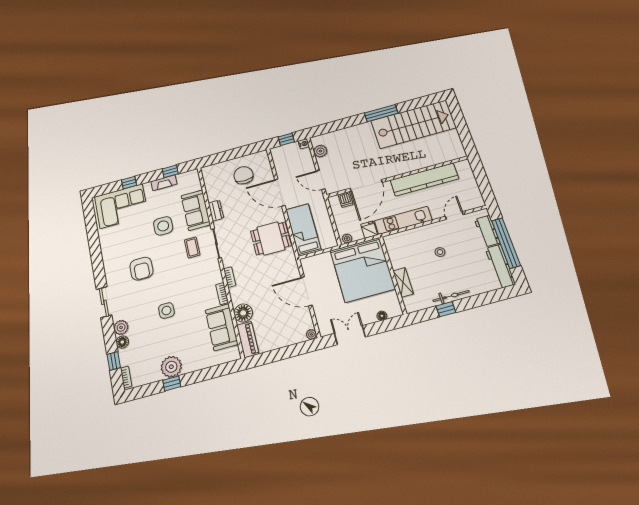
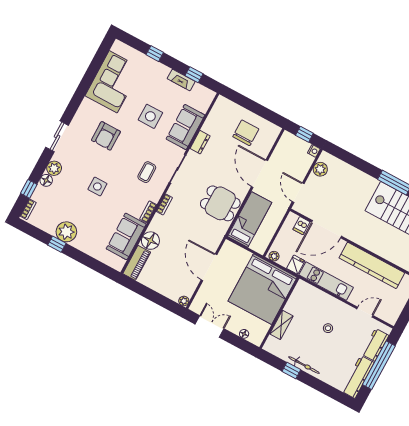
corner sofa: (121, 206) -> (113, 82), moved, turned -90
coffee table: (192, 247) -> (147, 172), moved

